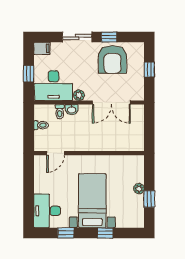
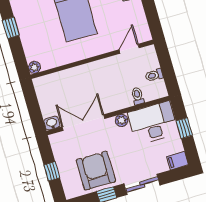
washbasin: (72, 110) -> (52, 123), moved
plant: (139, 189) -> (34, 67), moved

